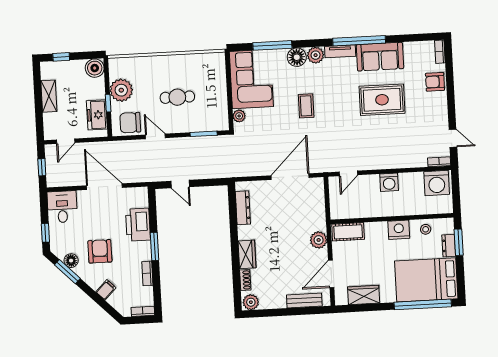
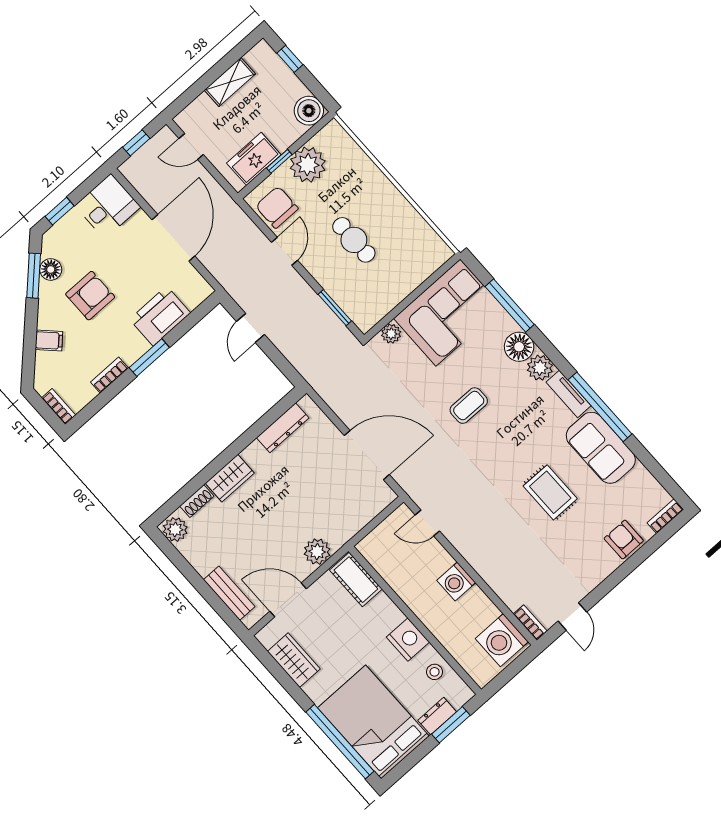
rug: (382, 100) -> (550, 492), width x0.73, depth x0.70

